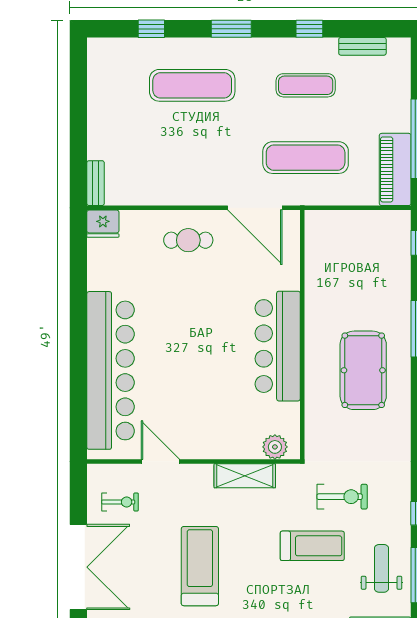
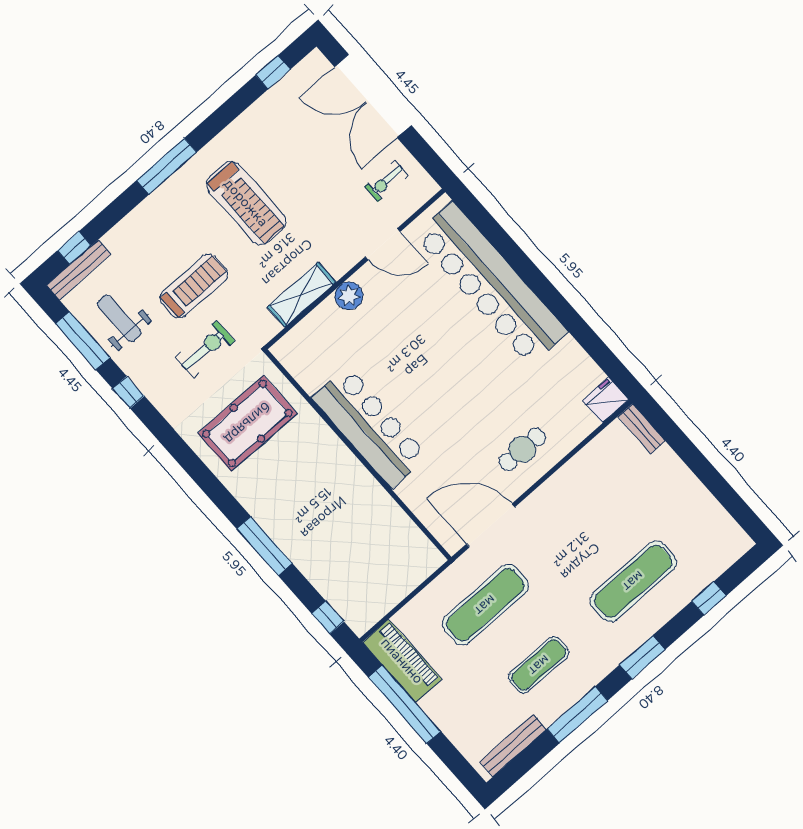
window: (309, 29) -> (577, 715), width x2.17
bench: (362, 46) -> (513, 746), width x1.36
pool table: (363, 370) -> (247, 423), moved, turned 90
plant: (275, 447) -> (349, 296), moved
exercise bike: (342, 497) -> (205, 349), turned 180
treadmill: (312, 546) -> (194, 286), turned 180
treadmill: (200, 566) -> (246, 203), moved
weight bench: (381, 568) -> (119, 318), turned 180

